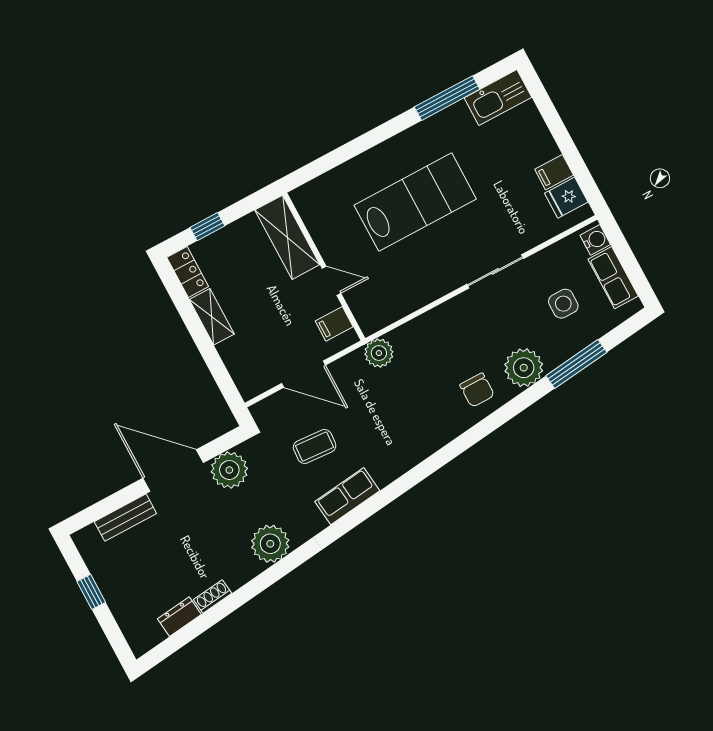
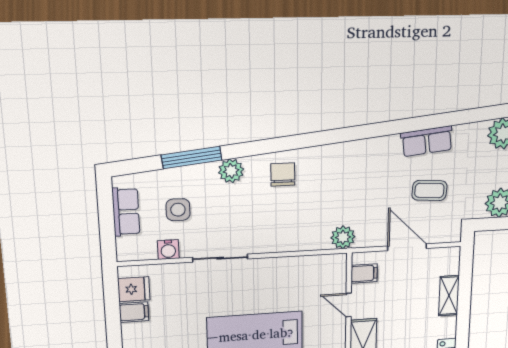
water cooler: (595, 240) -> (168, 250), moved, turned -90
shelving: (212, 317) -> (449, 296), moved
plant: (524, 368) -> (231, 171), width x0.73, depth x0.73

